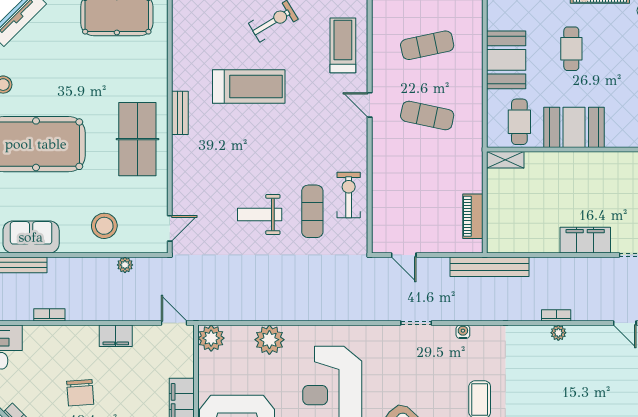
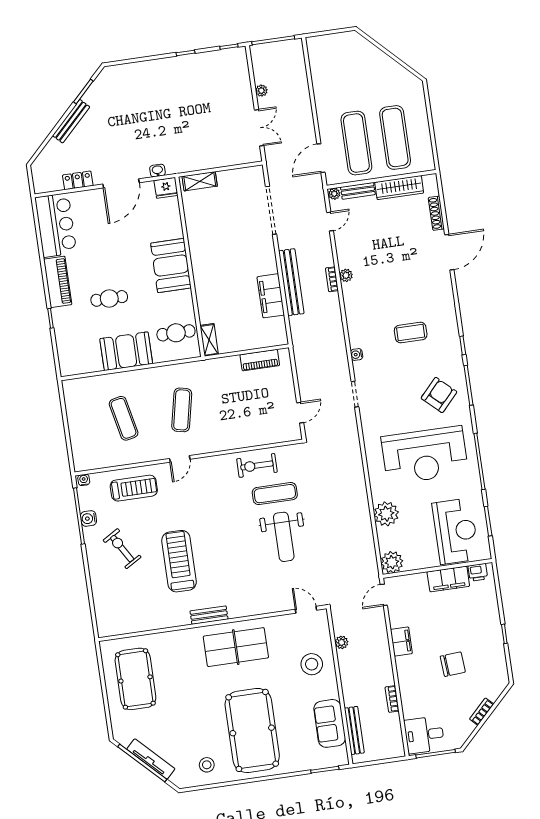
treadmill: (343, 45) -> (134, 488), turned 180
booth: (574, 127) -> (171, 266), moved
weight bench: (260, 214) -> (284, 537), width x1.36, depth x1.33
filing cabinet: (585, 240) -> (271, 296), moved
bench: (489, 267) -> (291, 282), moved

